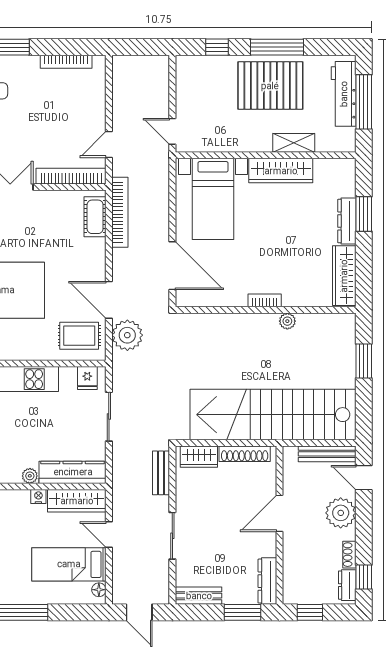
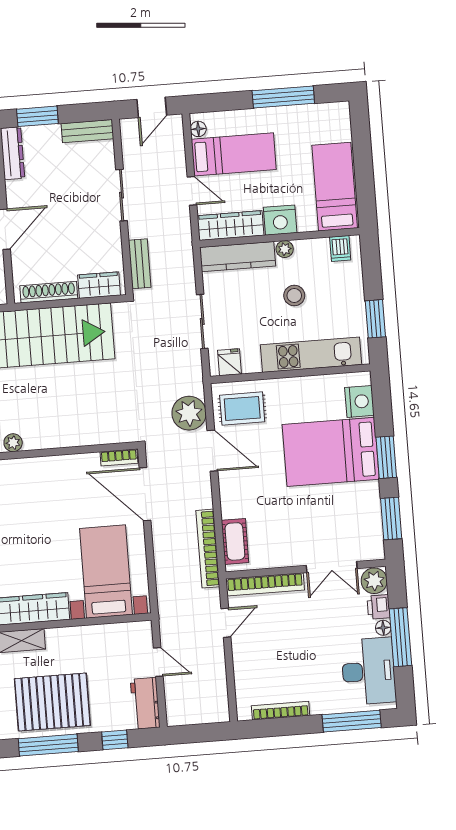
workbench: (187, 78) -> (145, 703), added
door: (172, 131) -> (158, 662), moved
bookcase: (265, 300) -> (119, 457), moved
stool: (24, 433) -> (294, 296), added
nightstand: (38, 497) -> (280, 220), width x1.89, depth x1.79
door: (139, 612) -> (152, 107), swing flipped

